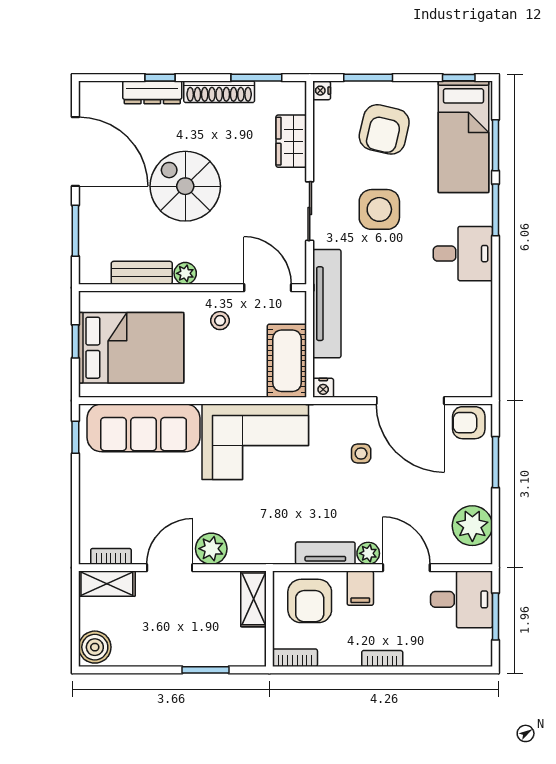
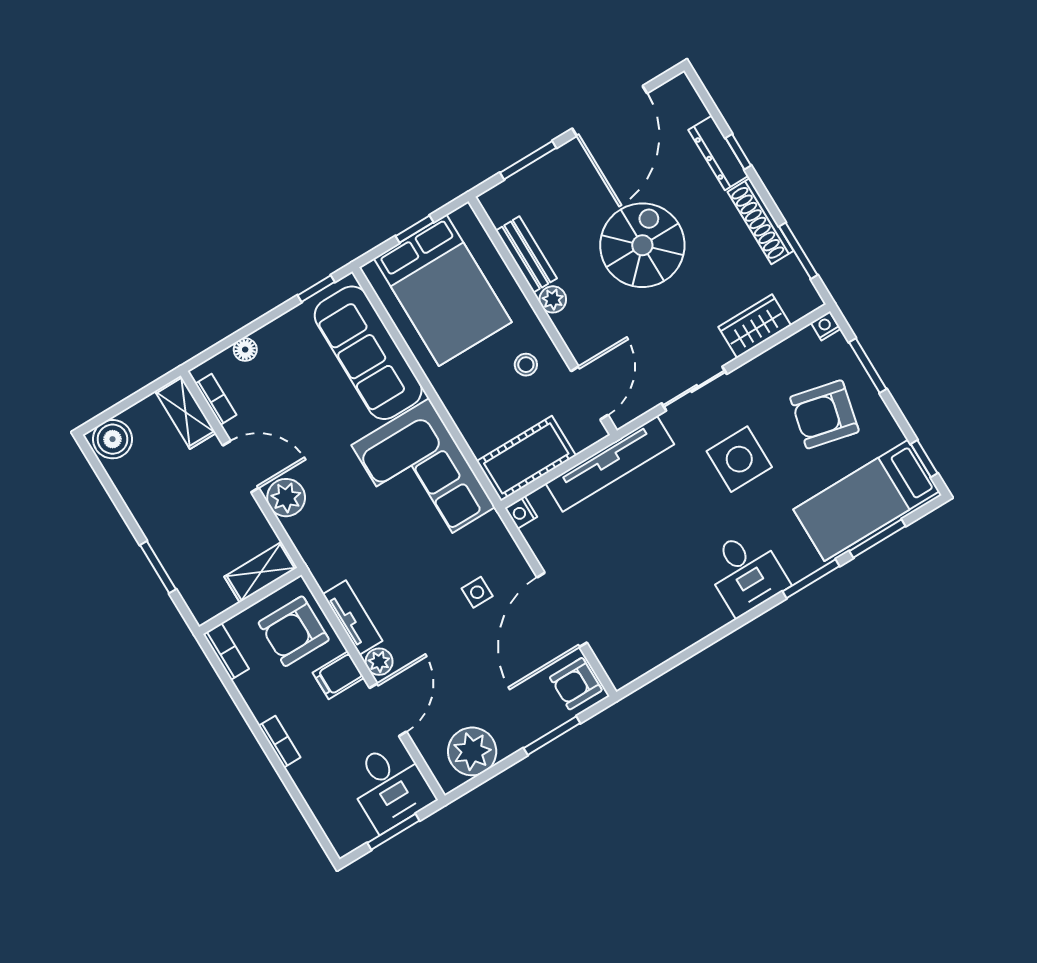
armchair: (469, 423) -> (576, 684), turned -90
floor lamp: (88, 514) -> (245, 350), added

